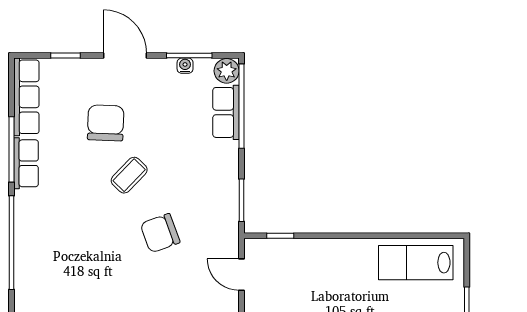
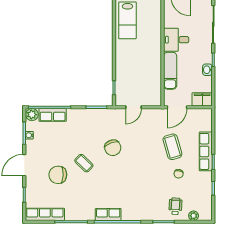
row of seats: (26, 163) -> (108, 215), moved

